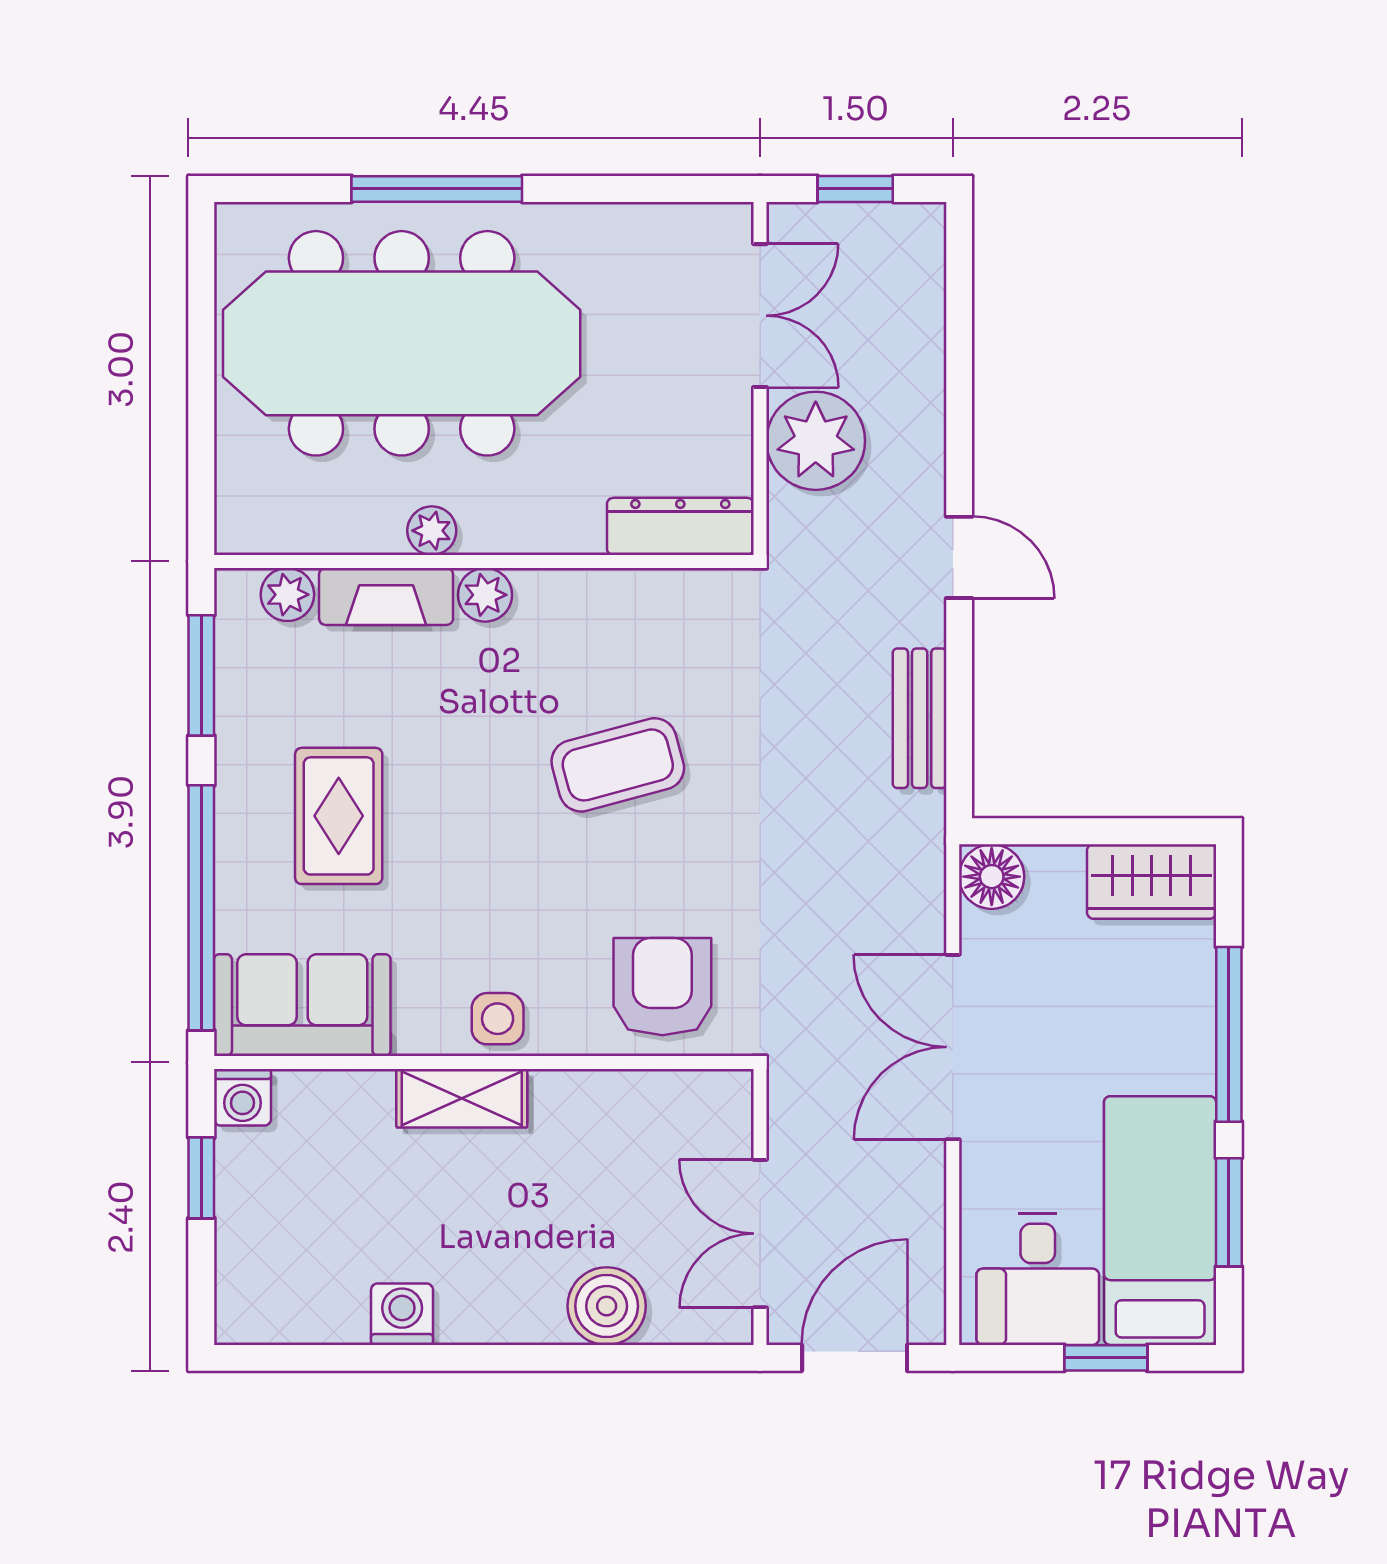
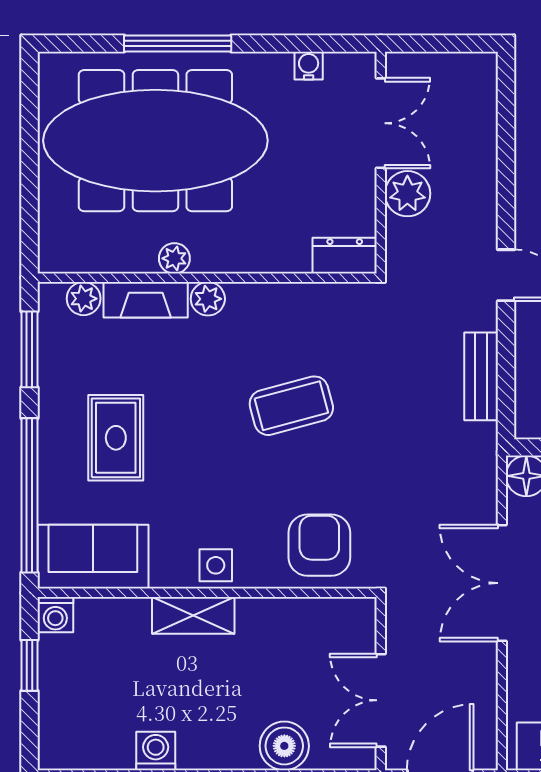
window: (855, 189) -> (441, 44), removed
water cooler: (645, 224) -> (309, 66), added
plant: (816, 441) -> (407, 194), width x0.73, depth x0.73
dresser: (680, 526) -> (345, 256), width x0.70

